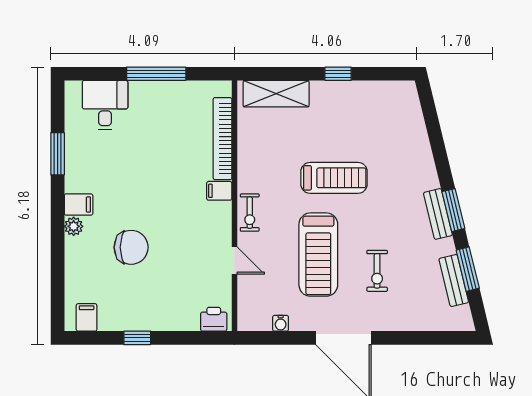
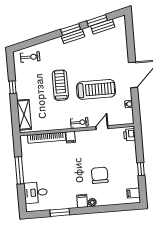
exercise bike: (377, 271) -> (30, 57), moved

